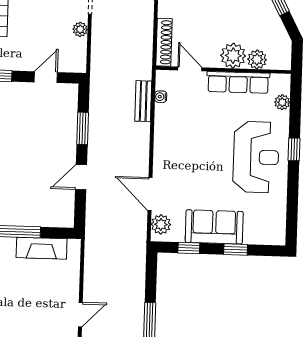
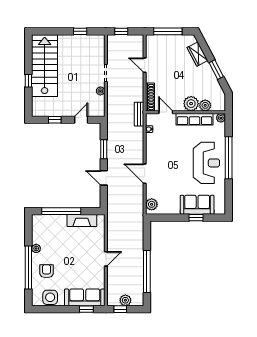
bench: (143, 101) -> (139, 114), moved
plant: (282, 102) -> (221, 118), moved
window: (294, 149) -> (229, 158), width x3.17
door: (81, 177) -> (104, 178), hinge flipped
door: (150, 194) -> (145, 174), moved
sofa: (214, 227) -> (197, 205), moved
window: (189, 248) -> (168, 218), removed

